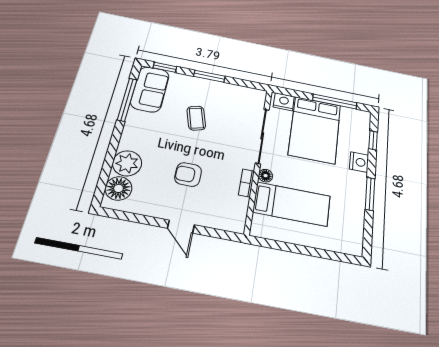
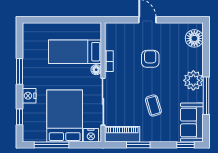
window: (209, 76) -> (138, 145), moved
piano: (244, 95) -> (122, 134), added
window: (127, 99) -> (206, 96), moved
plant: (127, 163) -> (193, 80), moved
armchair: (188, 174) -> (150, 59), turned -90

